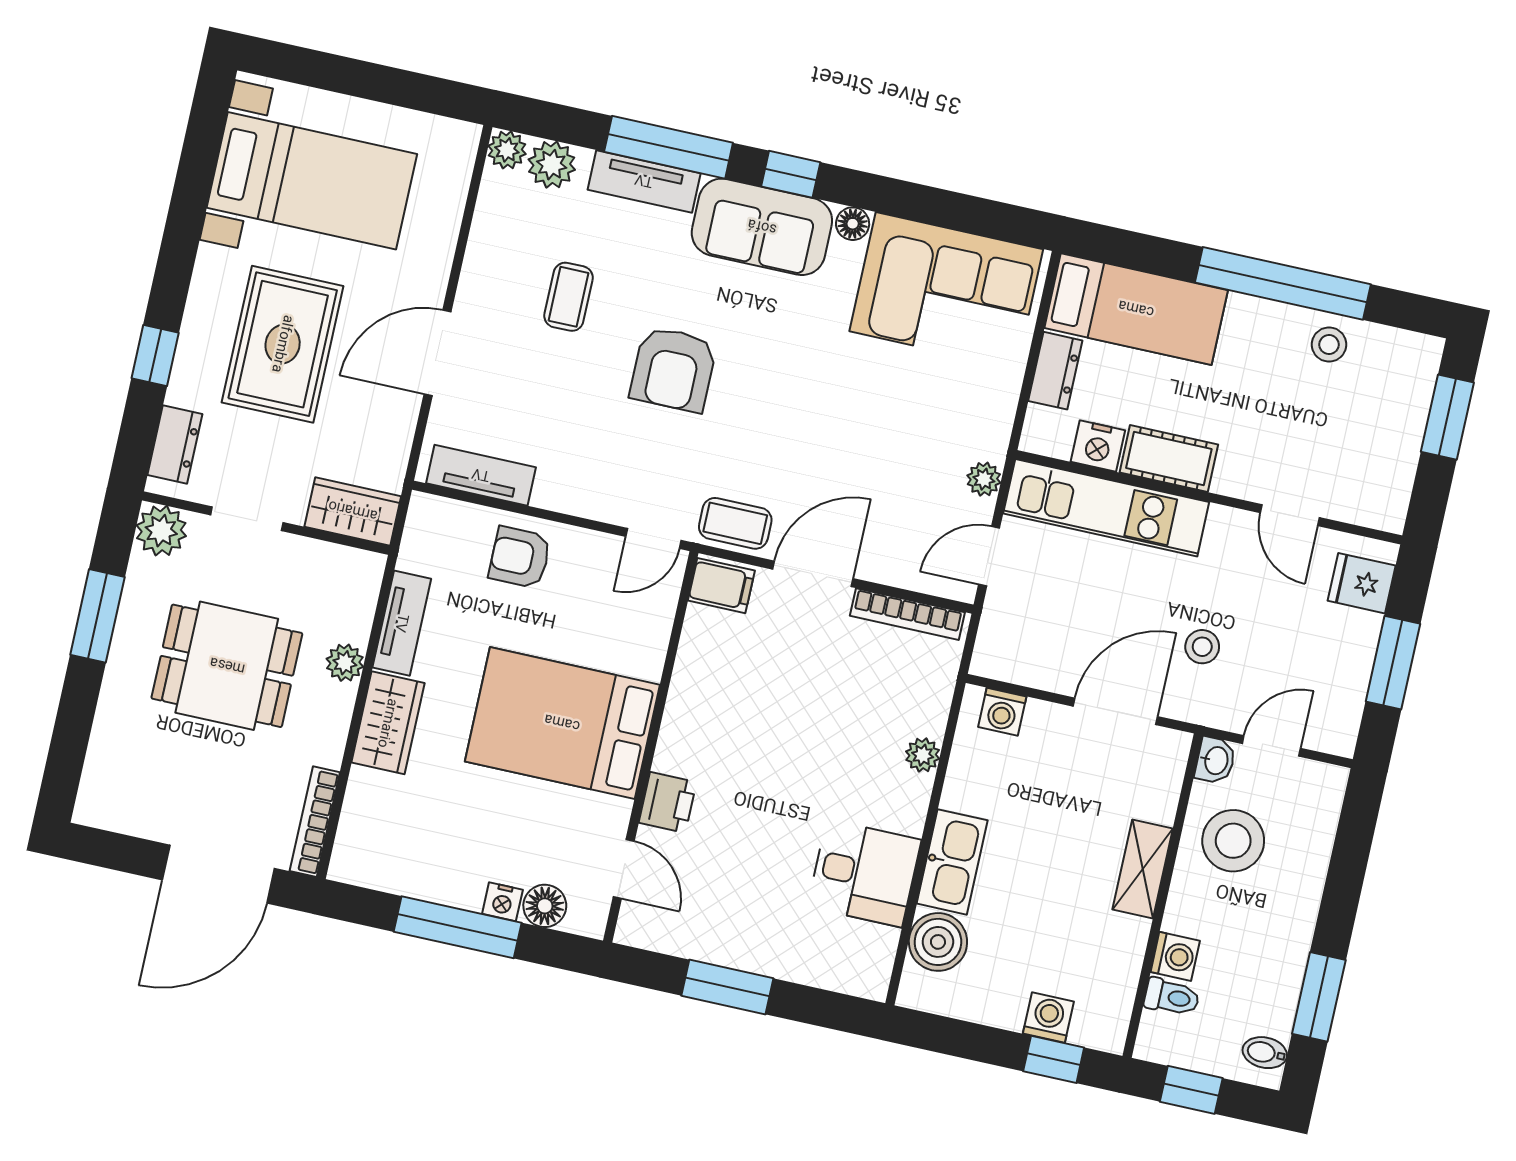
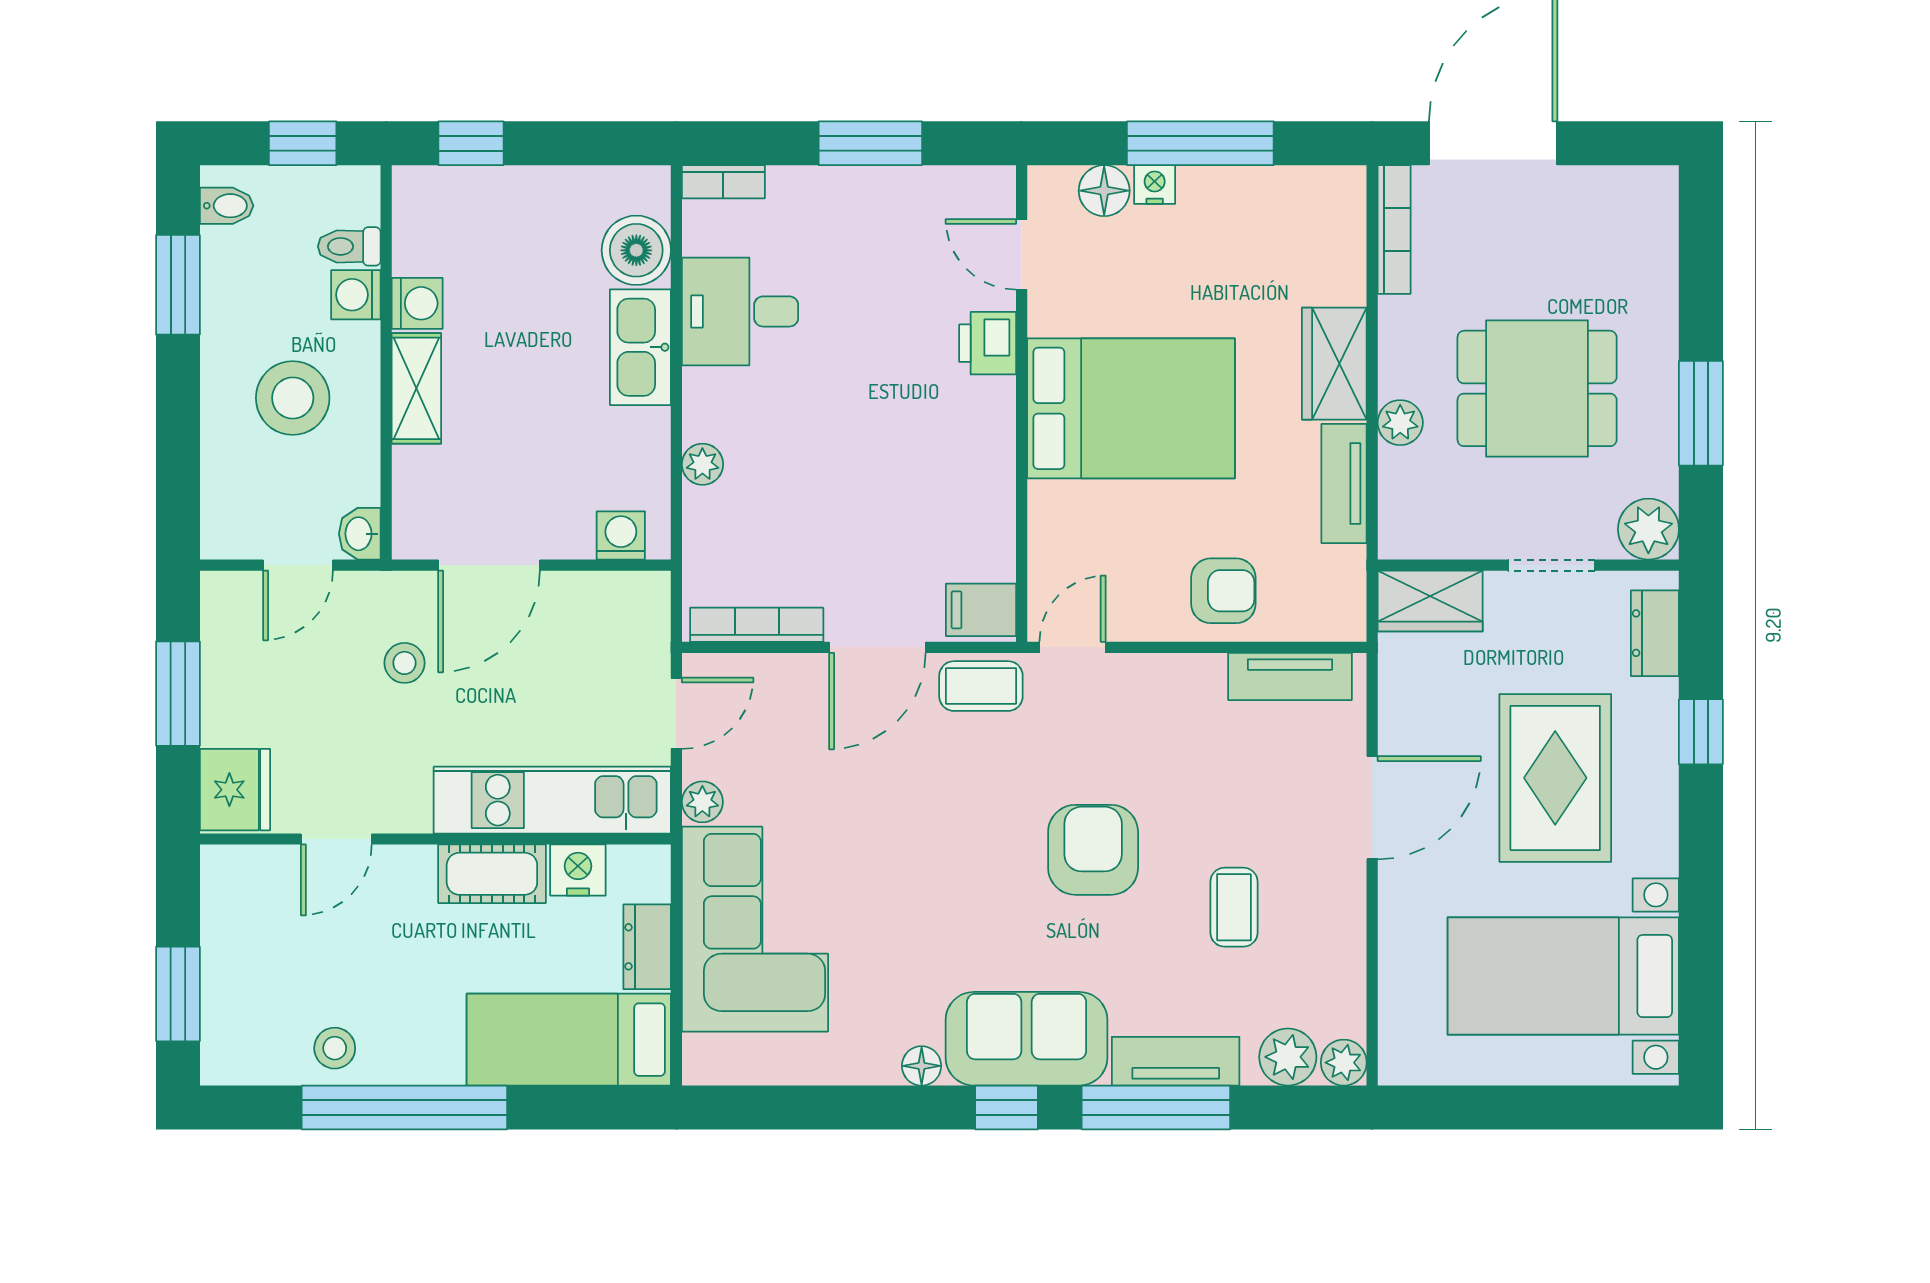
corner sofa: (946, 290) -> (755, 929), moved, turned 90
door: (1290, 515) -> (336, 839), swing flipped
fridge: (1362, 583) -> (235, 790), width x1.38
stool: (1233, 841) -> (293, 398), moved
bookcase: (854, 982) -> (723, 182), added
washing machine: (1048, 1018) -> (417, 303), moved, turned -90

